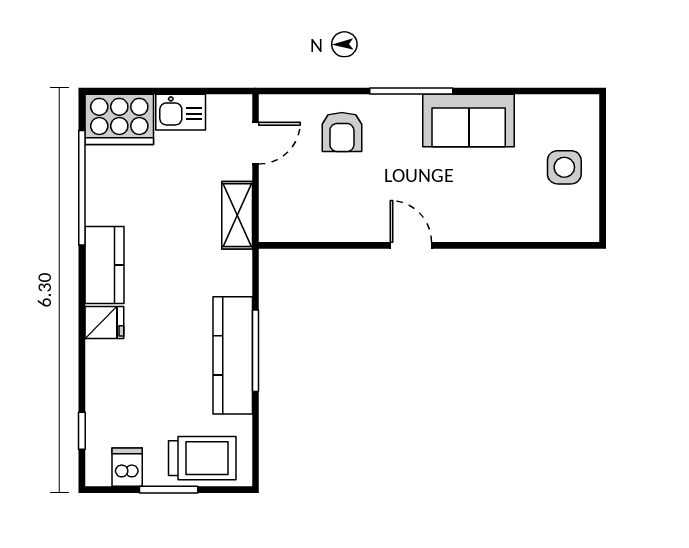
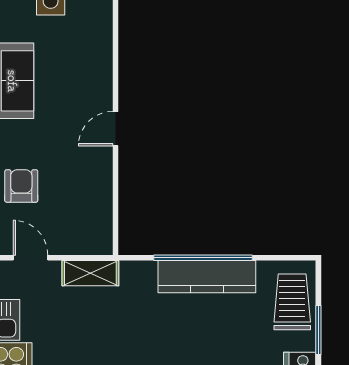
armchair: (342, 132) -> (21, 186), turned -90
window: (256, 351) -> (203, 258), width x1.46

